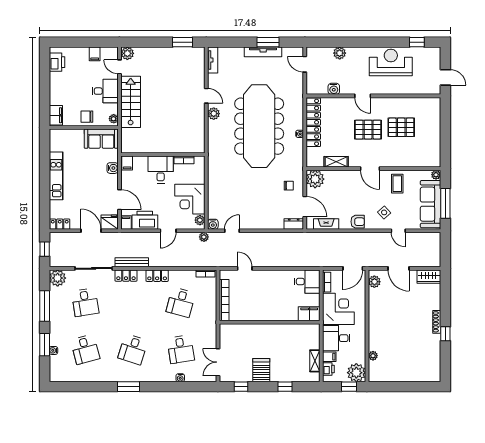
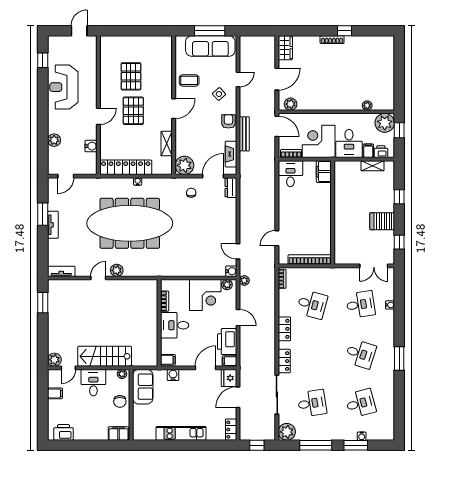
tv unit: (263, 52) -> (53, 225), width x0.71
plant: (436, 175) -> (180, 40), removed
bench: (132, 262) -> (244, 134), moved

